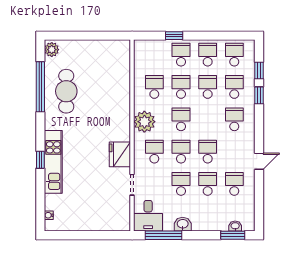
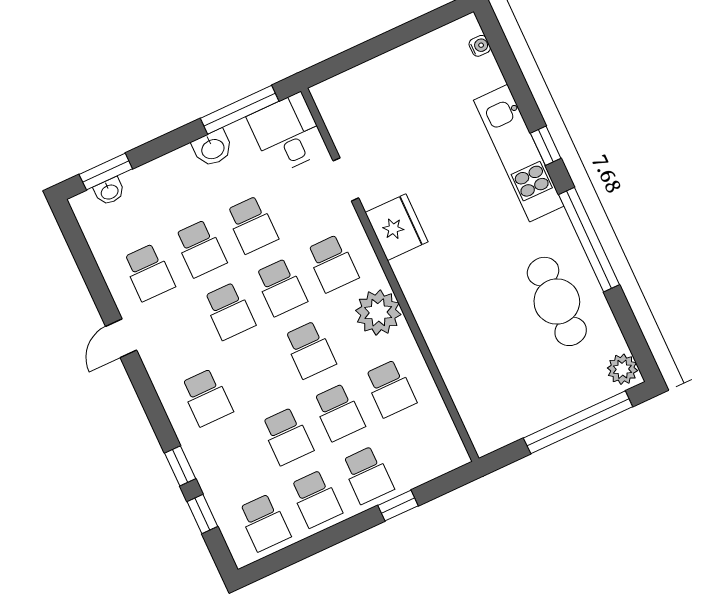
window: (81, 36) -> (578, 422), added
window: (40, 87) -> (589, 240), moved
school desk: (234, 87) -> (235, 460), removed

